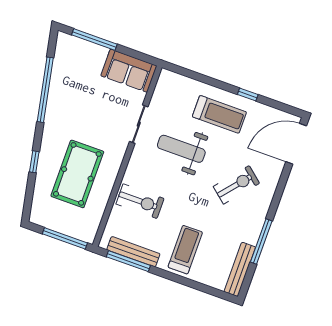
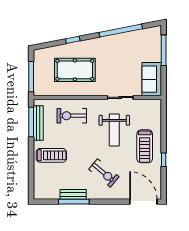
weight bench: (181, 149) -> (114, 130), turned 180
exercise bike: (140, 201) -> (72, 116), turned 90
bench: (240, 269) -> (73, 194), moved, width x0.73

